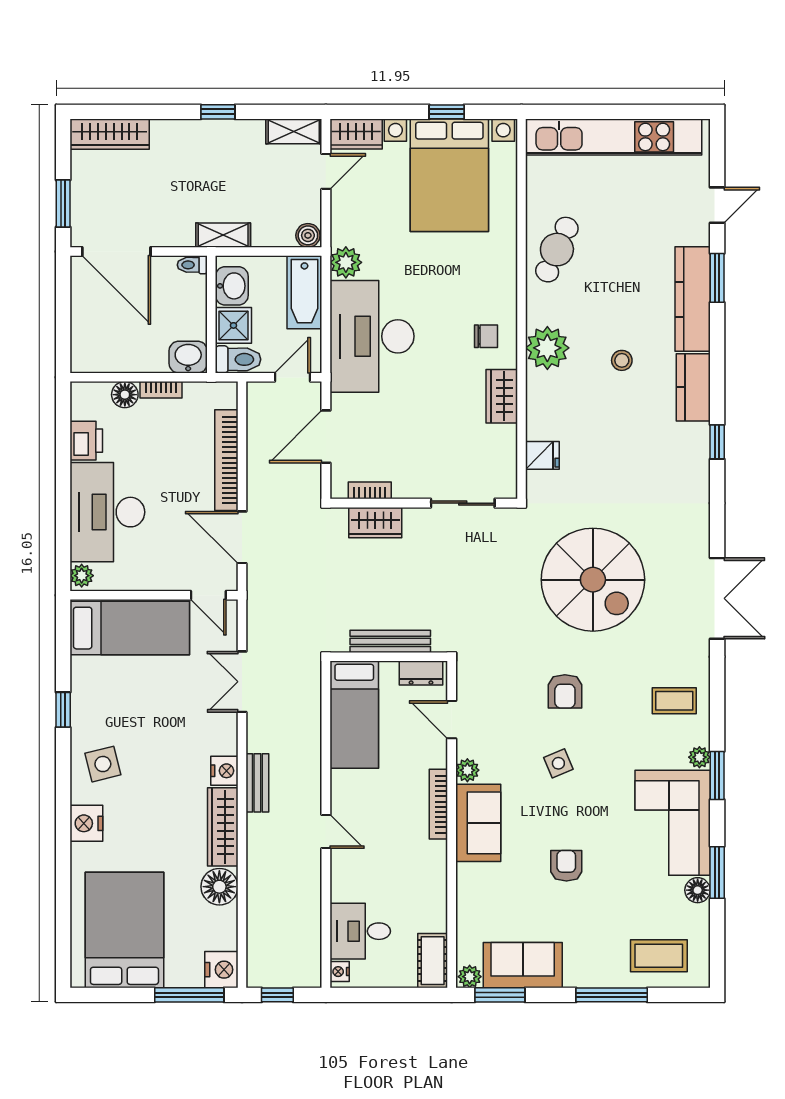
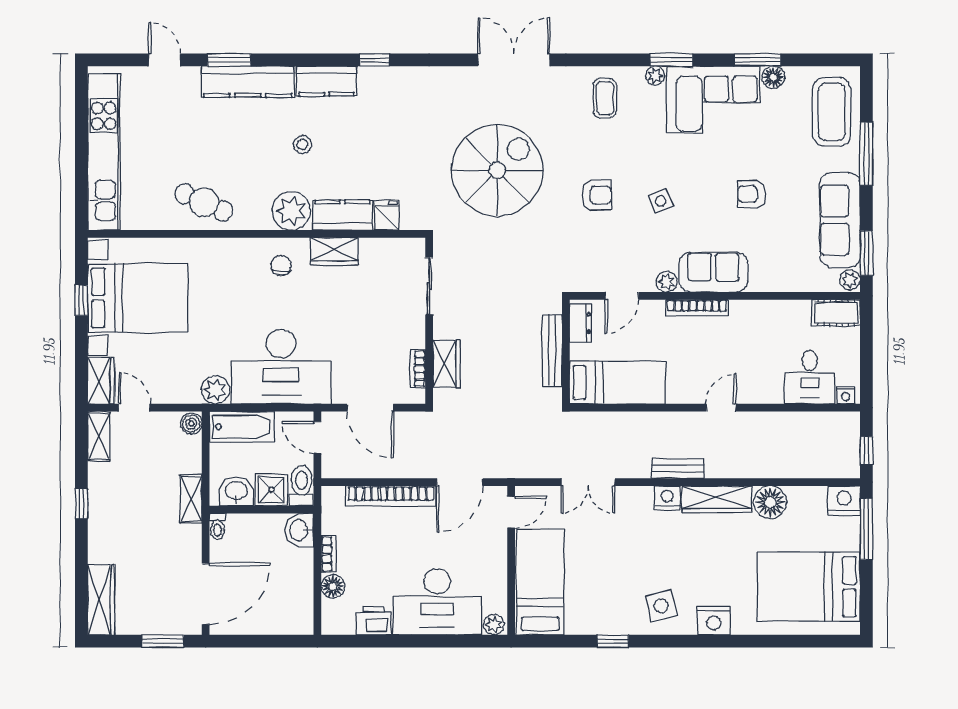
kitchen counter: (543, 405) -> (342, 215), added
coffee table: (659, 956) -> (832, 112), width x1.36, depth x1.32
sofa: (523, 965) -> (840, 220), width x1.36

